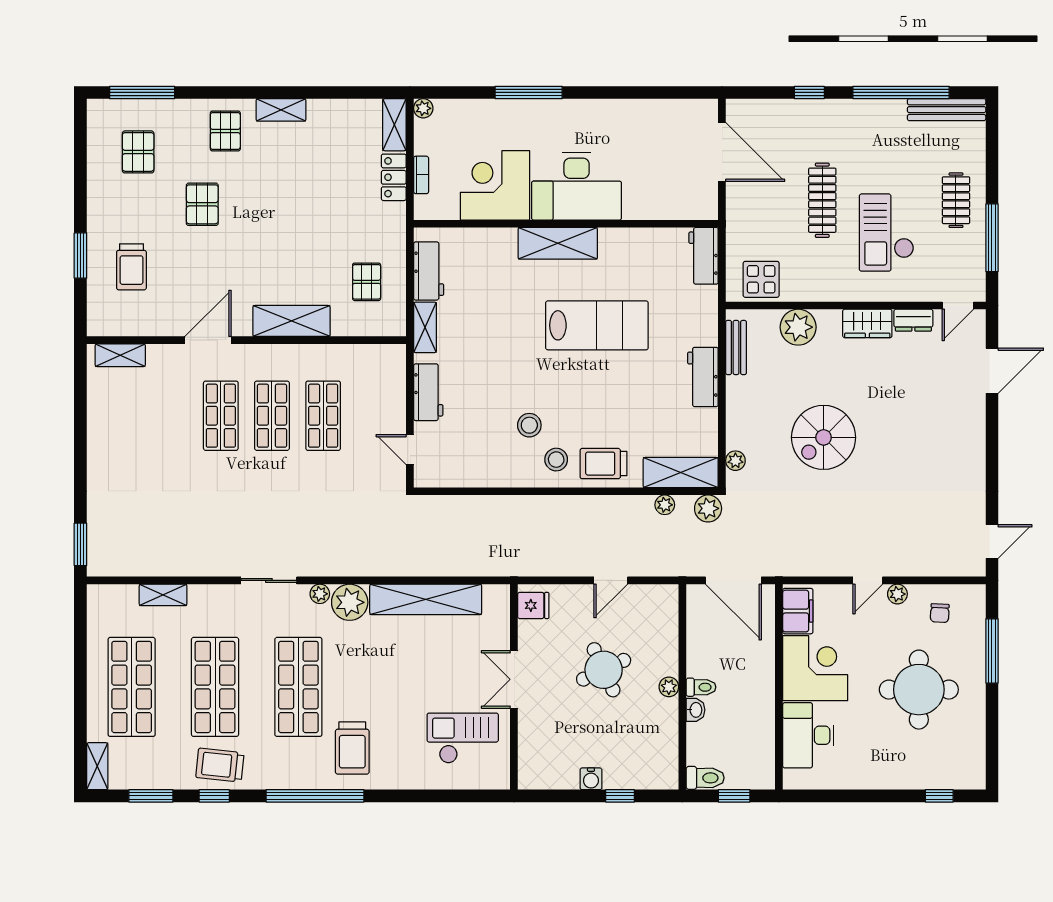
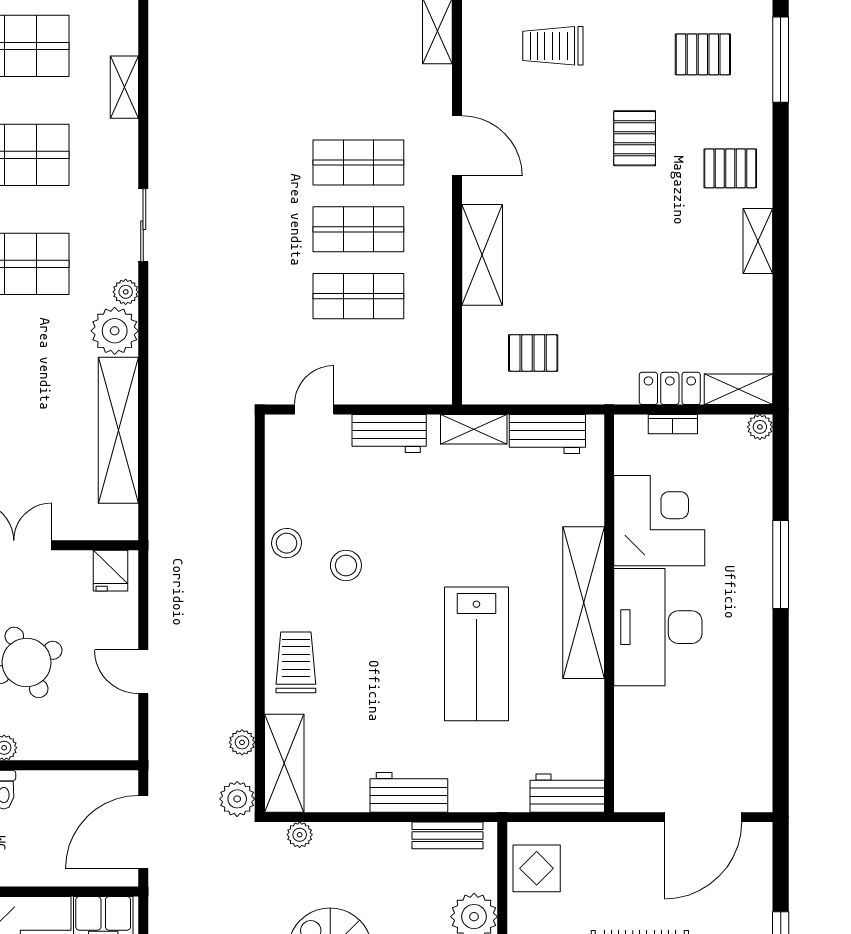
pallet: (202, 204) -> (635, 138), turned 90
shelving: (558, 243) -> (584, 603), width x1.47
stool: (556, 460) -> (287, 543), moved

